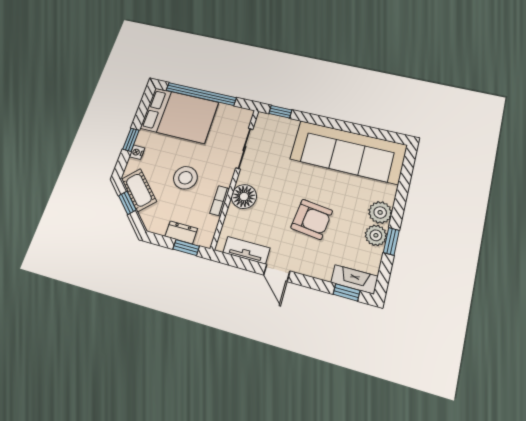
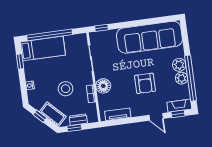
bed: (179, 115) -> (43, 48), width x0.67
window: (131, 140) -> (20, 61), moved
cot: (139, 190) -> (53, 114), moved
armchair: (312, 219) -> (145, 83), turned 83
window: (391, 241) -> (191, 78), width x3.17
window: (186, 248) -> (74, 128), moved
door: (277, 273) -> (156, 117), moved

